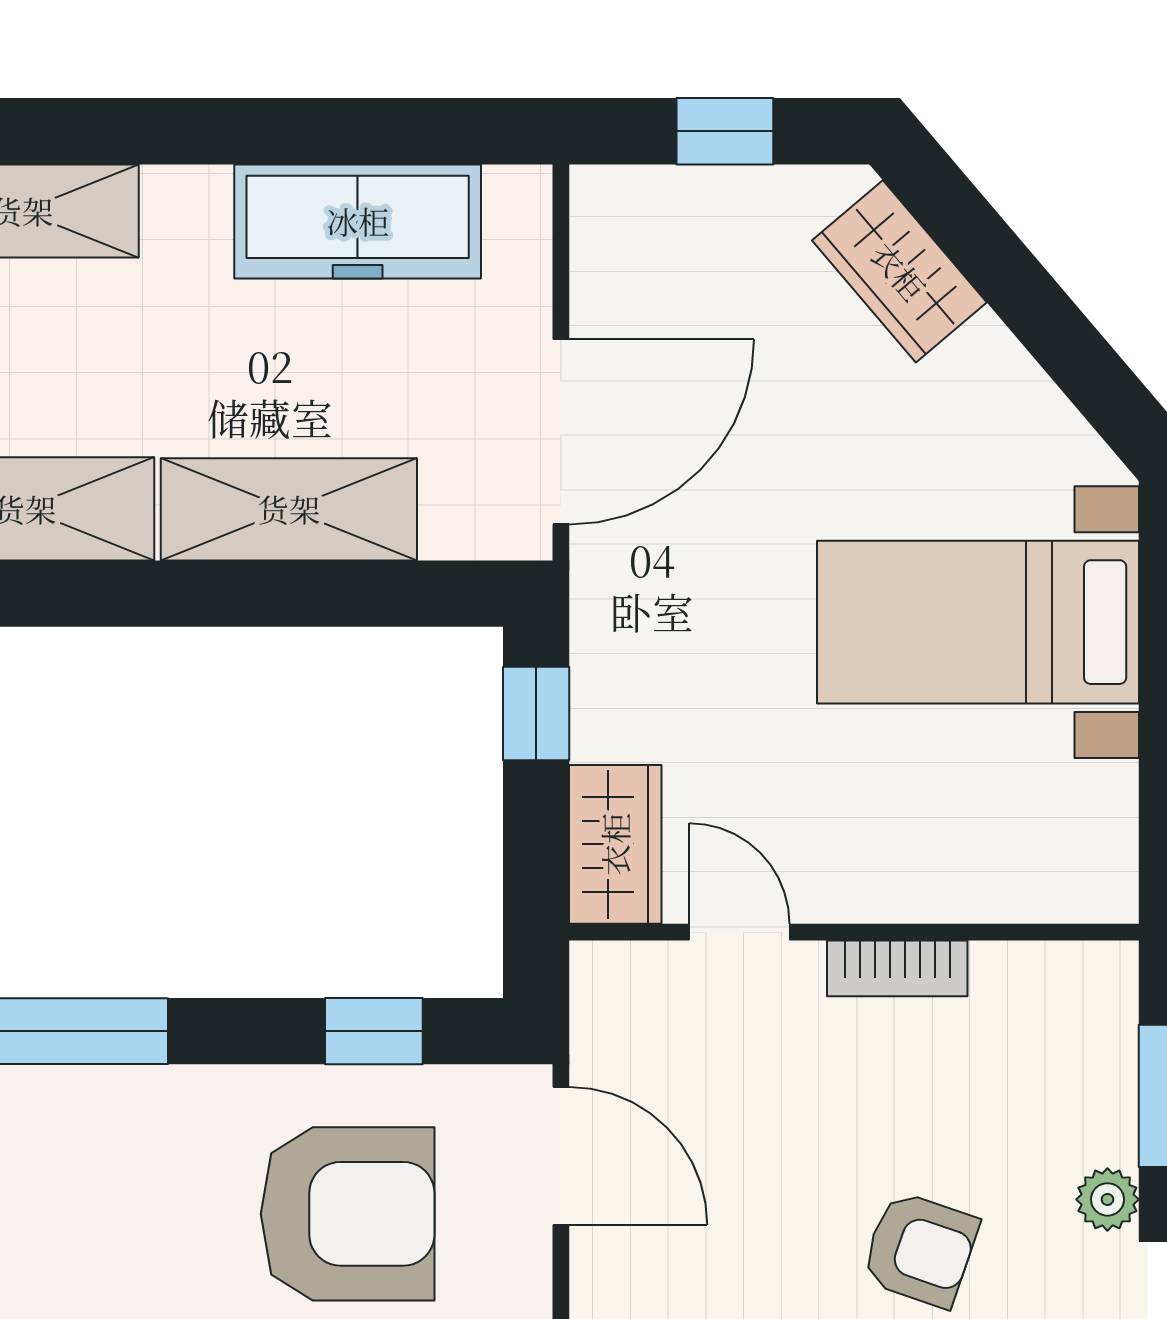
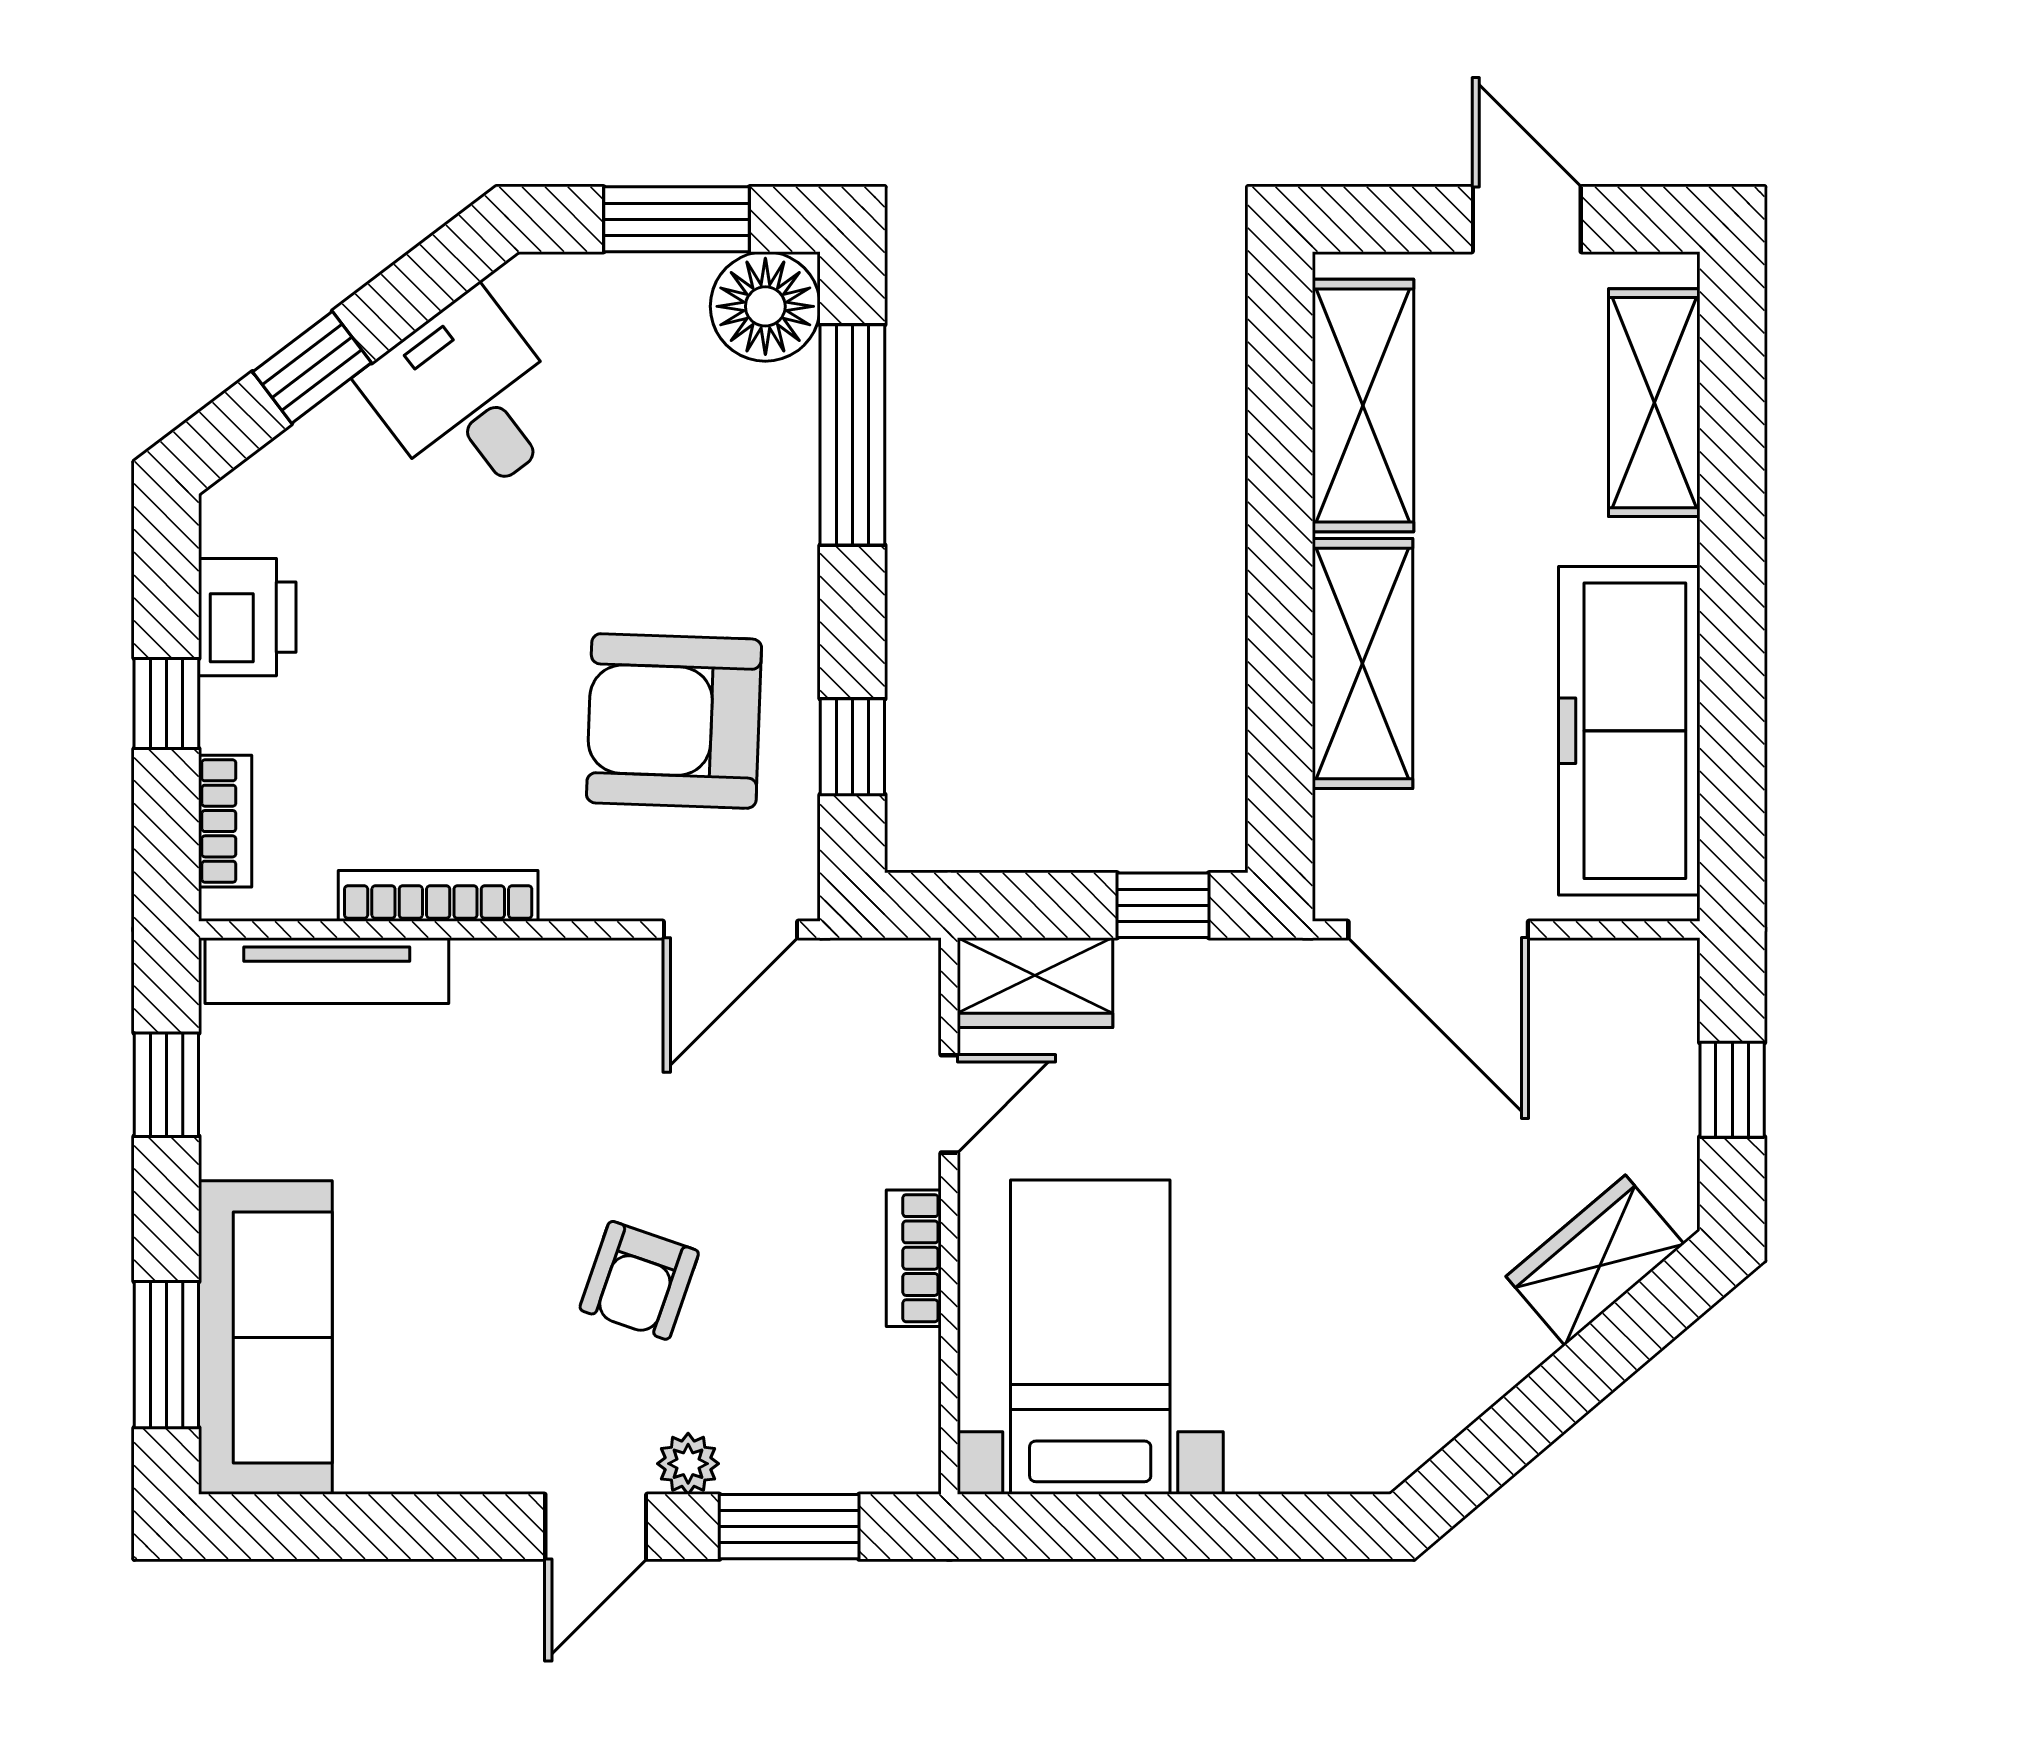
freezer: (358, 221) -> (1629, 731), width x1.36, depth x1.26
bed with nightstands: (978, 622) -> (1090, 1337), moved
armchair: (348, 1214) -> (674, 721), turned 92

